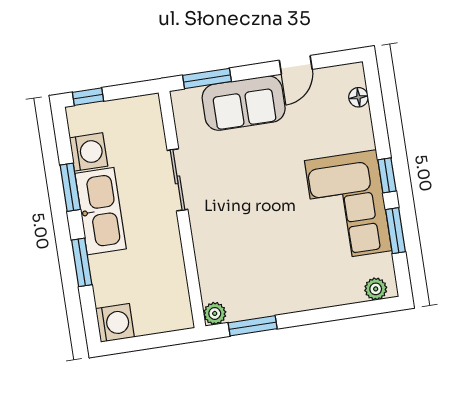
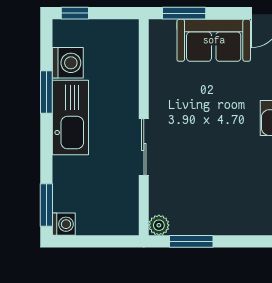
sliding door: (178, 180) -> (144, 147), moved
window: (82, 262) -> (46, 205), moved
washing machine: (115, 323) -> (64, 224), width x0.73, depth x0.73

